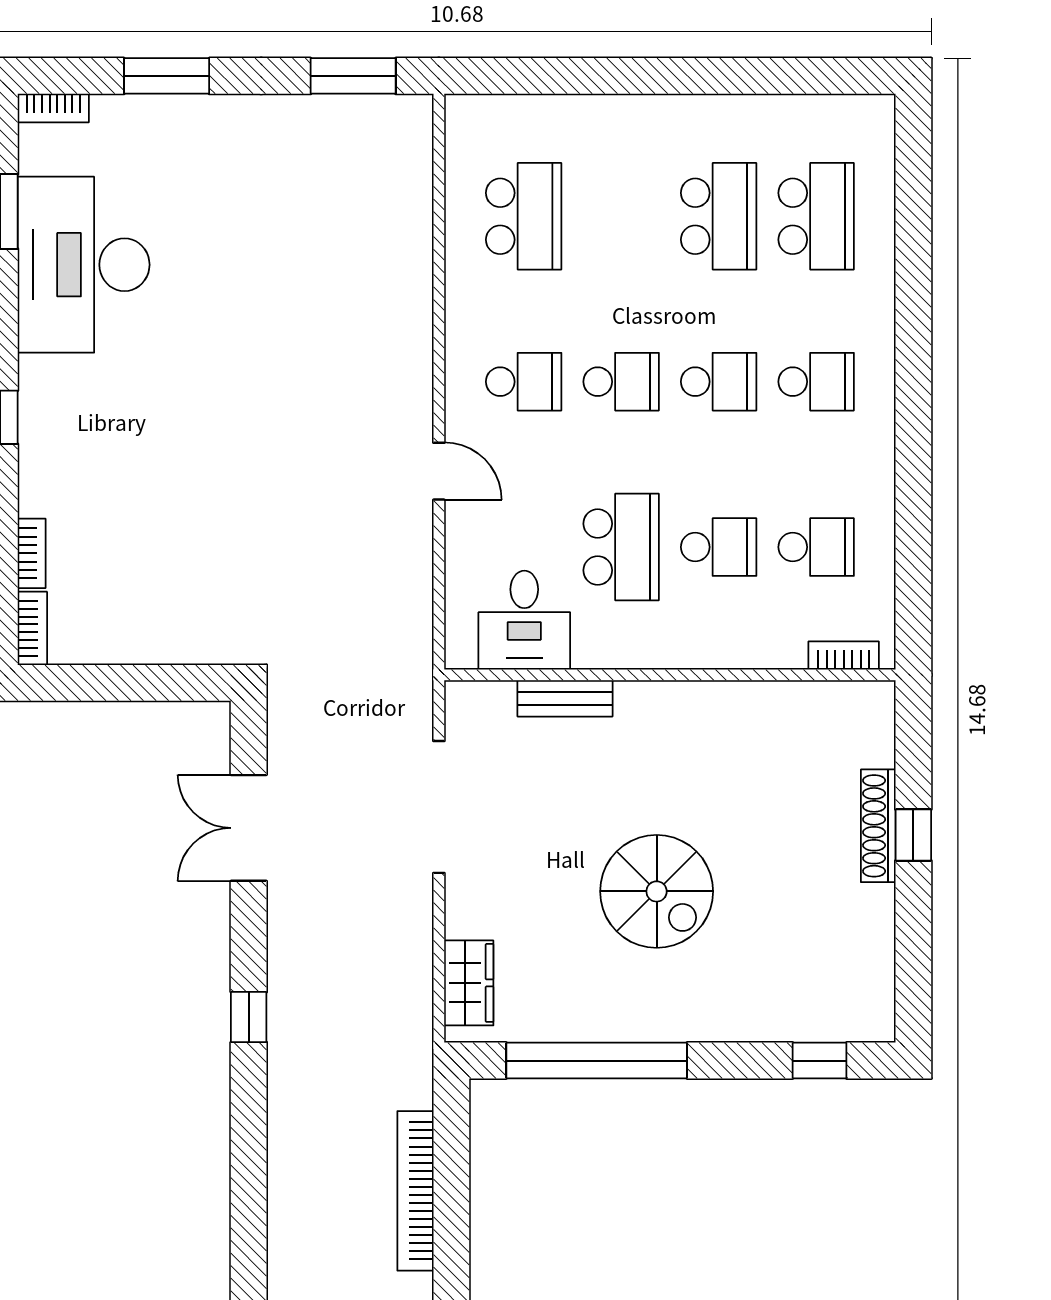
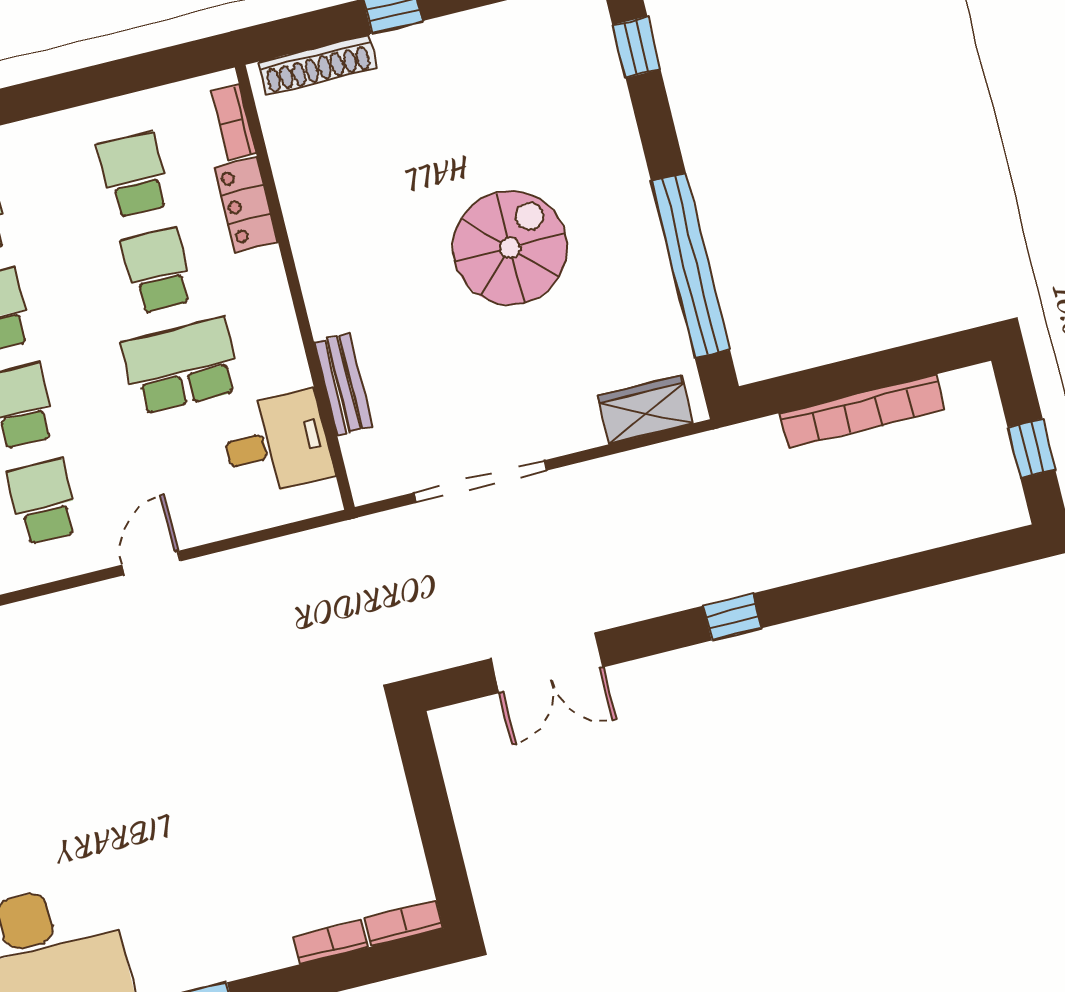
locker: (761, 647) -> (246, 205), added
shoe rack: (878, 826) -> (317, 65), moved

